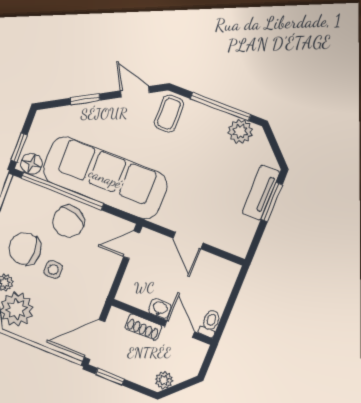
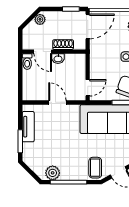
tv unit: (261, 192) -> (28, 127), moved

